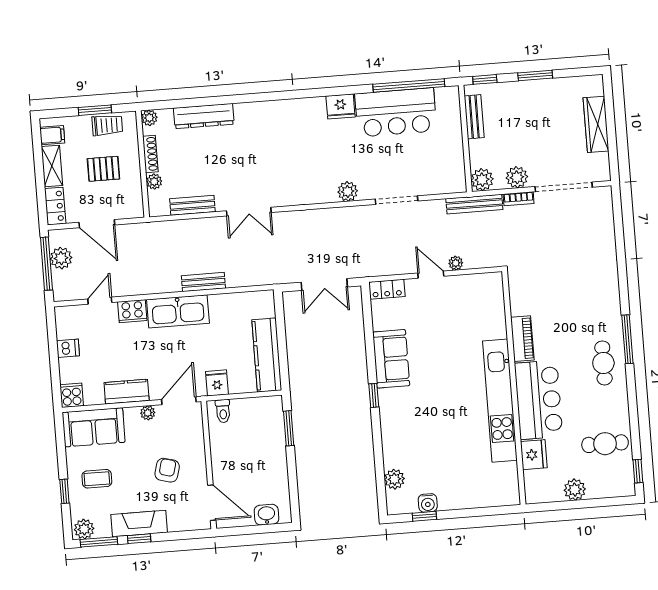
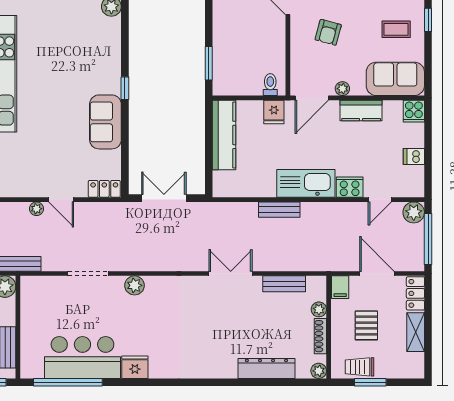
filing cabinet: (52, 135) -> (340, 287), moved, turned -90
pallet: (103, 169) -> (366, 325), turned 90
plant: (61, 258) -> (414, 212), moved

